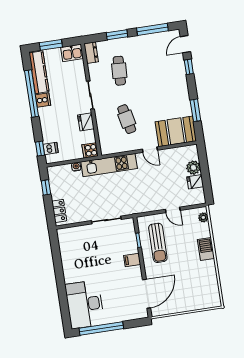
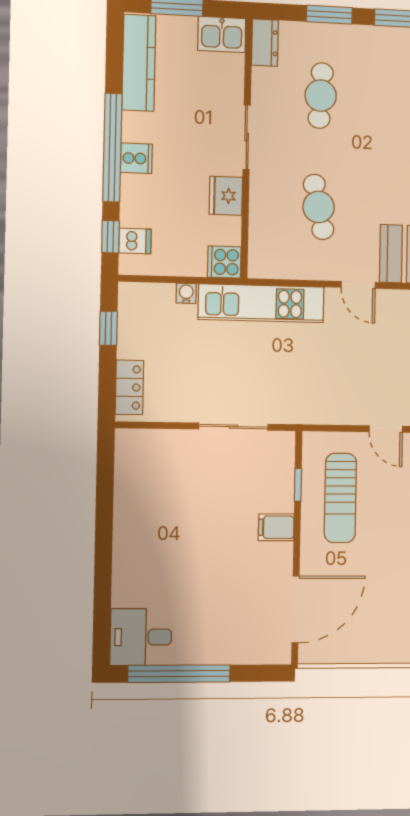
window: (32, 93) -> (112, 148), moved
cooker: (43, 100) -> (136, 158), moved
desk: (85, 304) -> (141, 637), width x0.53, depth x0.77

